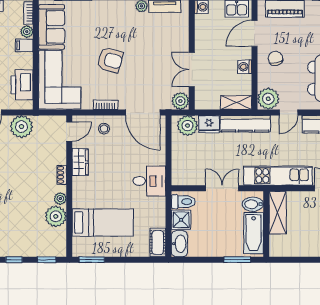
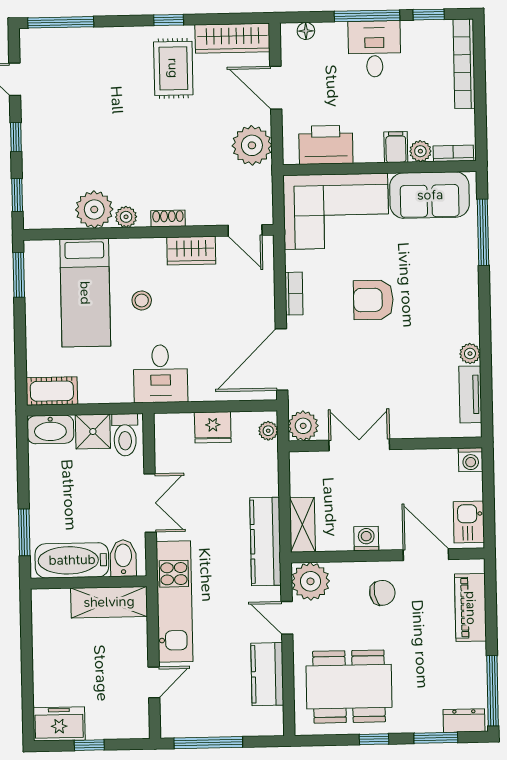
armchair: (110, 60) -> (373, 300), turned 74
fridge: (209, 124) -> (213, 427), moved, turned -90
plant: (187, 126) -> (268, 431), width x0.53, depth x0.53
stool: (104, 129) -> (142, 300), moved

